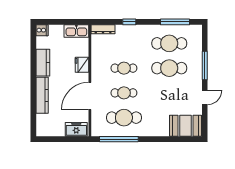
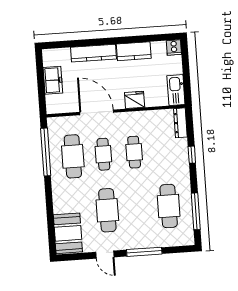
cafe table: (169, 68) -> (107, 210), moved
freezer: (76, 129) -> (53, 80), moved

